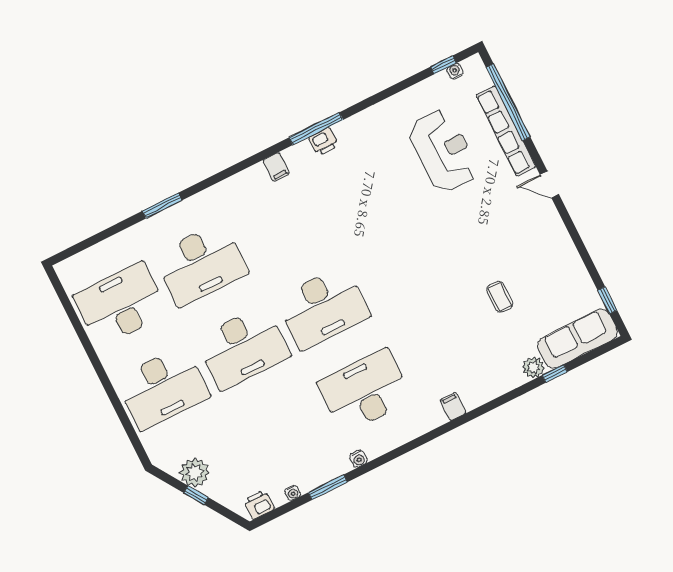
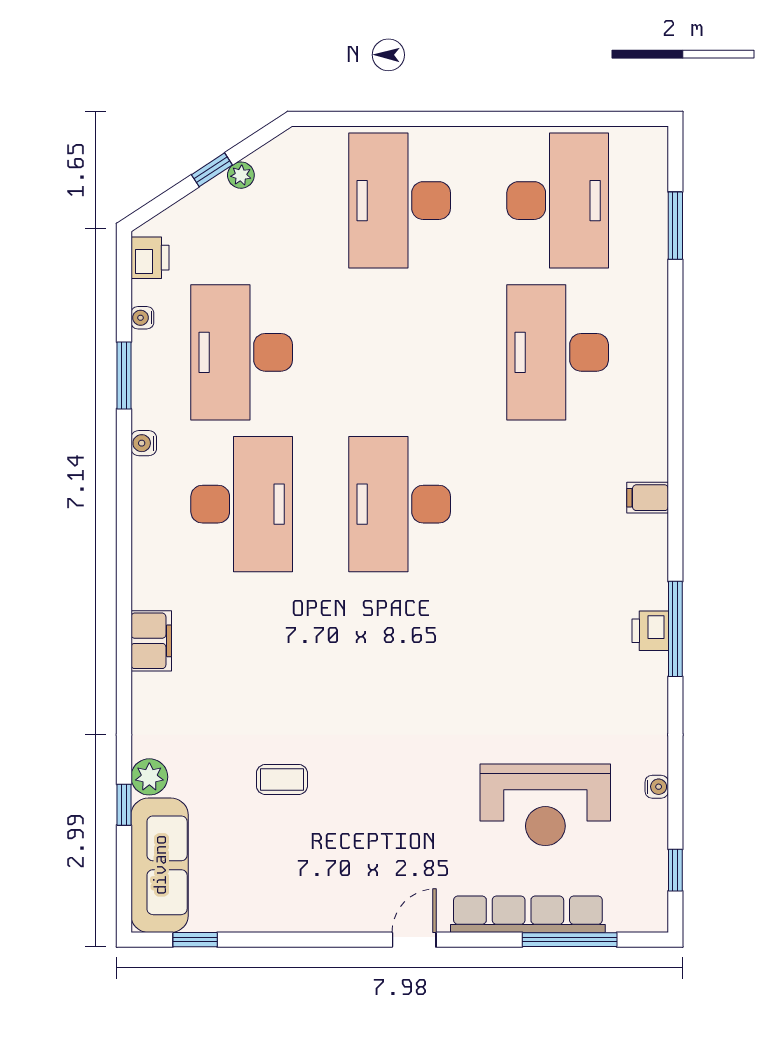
water cooler: (455, 71) -> (657, 787), moved
window: (508, 102) -> (570, 940), width x0.68
filing cabinet: (276, 167) -> (648, 498), moved
window: (162, 206) -> (675, 226), moved
desk: (243, 348) -> (242, 352), moved
filing cabinet: (453, 407) -> (151, 641), width x2.00
plant: (195, 472) -> (241, 175), width x0.53, depth x0.53

